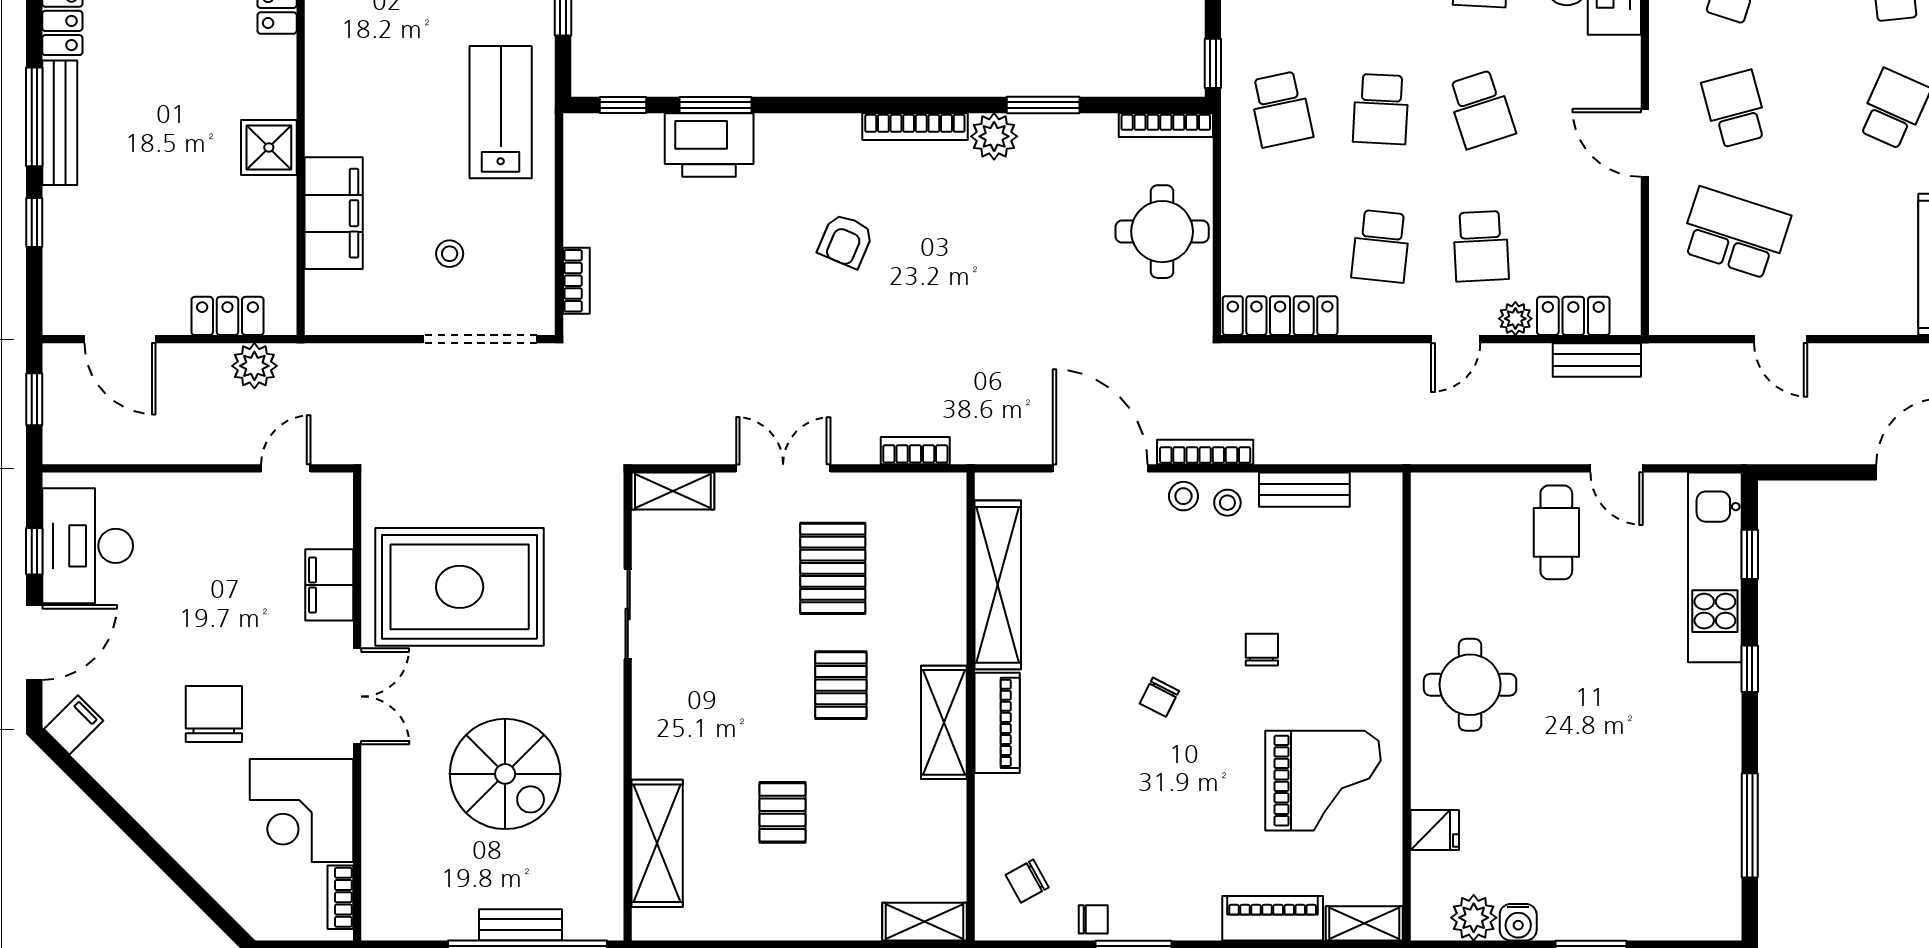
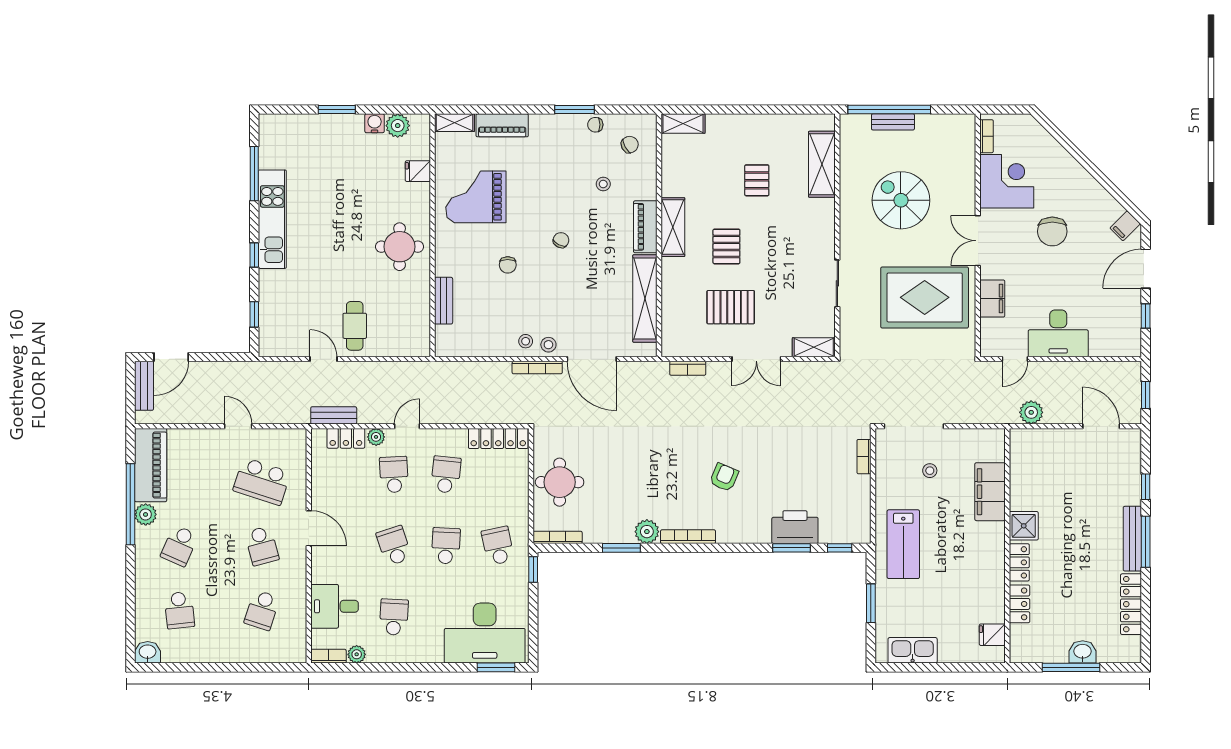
locker: (227, 316) -> (1019, 562), moved, turned -90
bench: (1304, 490) -> (444, 301), moved, turned 90
desk: (88, 546) -> (1058, 333), moved, turned 90
kitchen unit: (1715, 567) -> (272, 219), moved
pallet: (833, 568) -> (731, 307), turned 90
stool: (1078, 805) -> (603, 184), added

